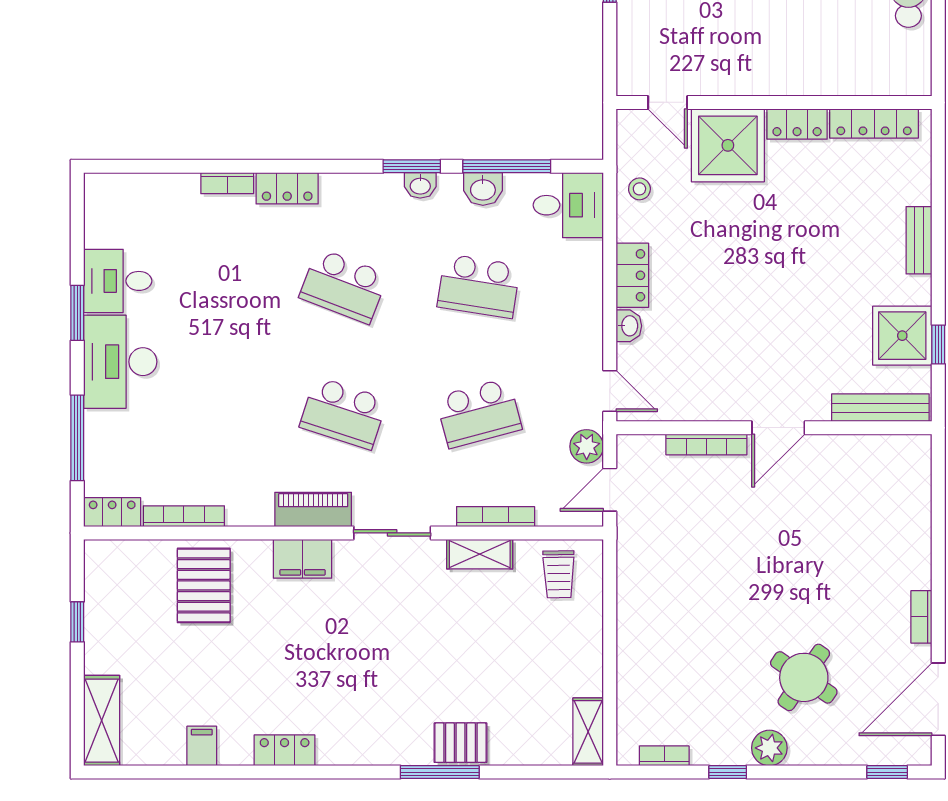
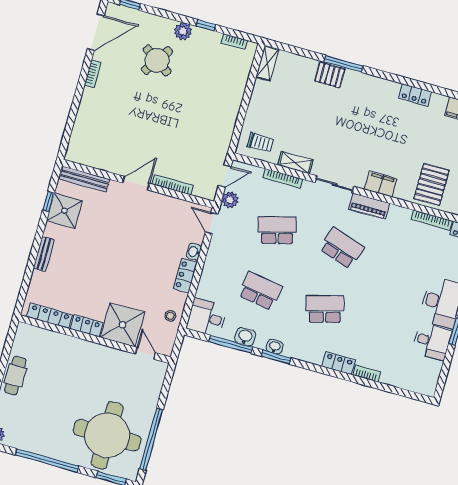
school desk: (343, 286) -> (325, 309), turned -36
trolley: (559, 574) -> (260, 142), turned 91

